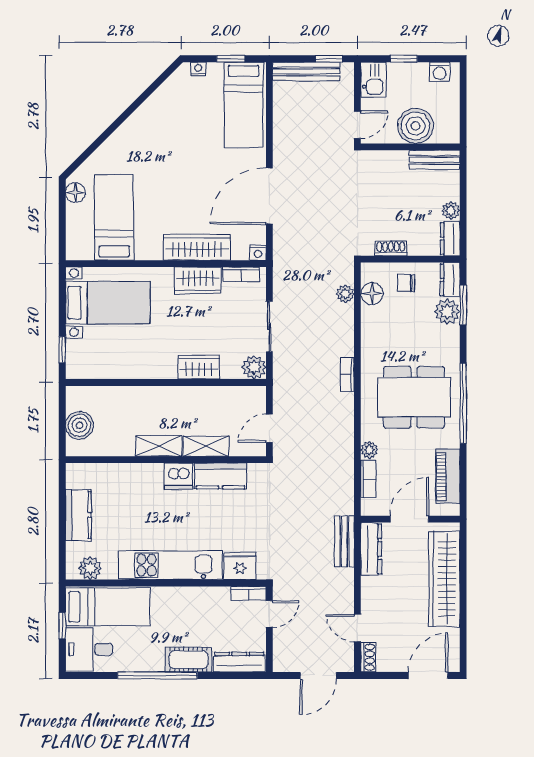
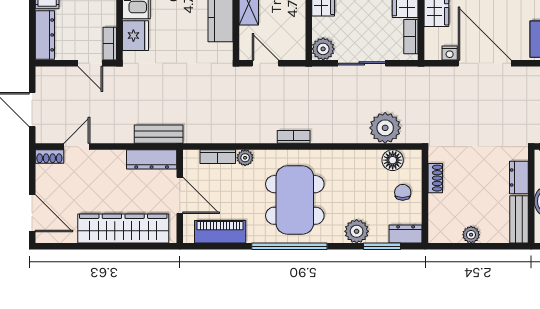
dresser: (450, 239) -> (519, 177), moved, turned -90
nightstand: (258, 253) -> (450, 53), moved, turned -90
plant: (345, 294) -> (385, 128), width x1.88, depth x1.88
plant: (447, 312) -> (357, 231), moved
bookcase: (347, 375) -> (294, 137), moved

